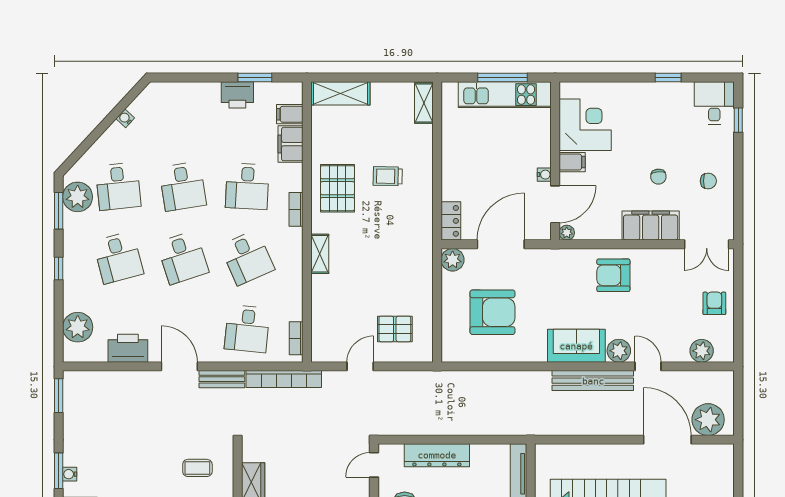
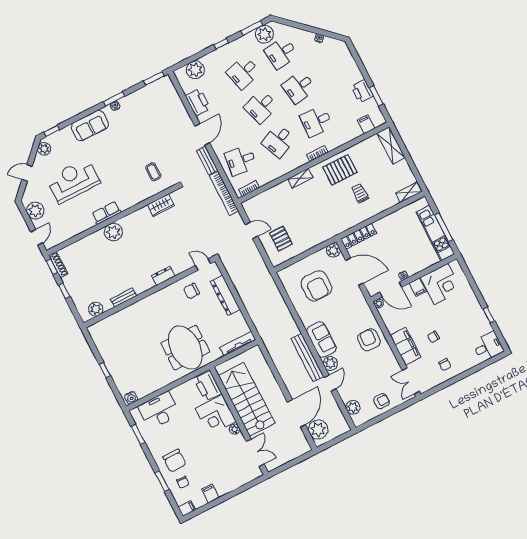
window: (738, 120) -> (485, 364), removed
filing cabinet: (290, 144) -> (350, 133), removed
locker: (451, 221) -> (359, 236), width x1.53

